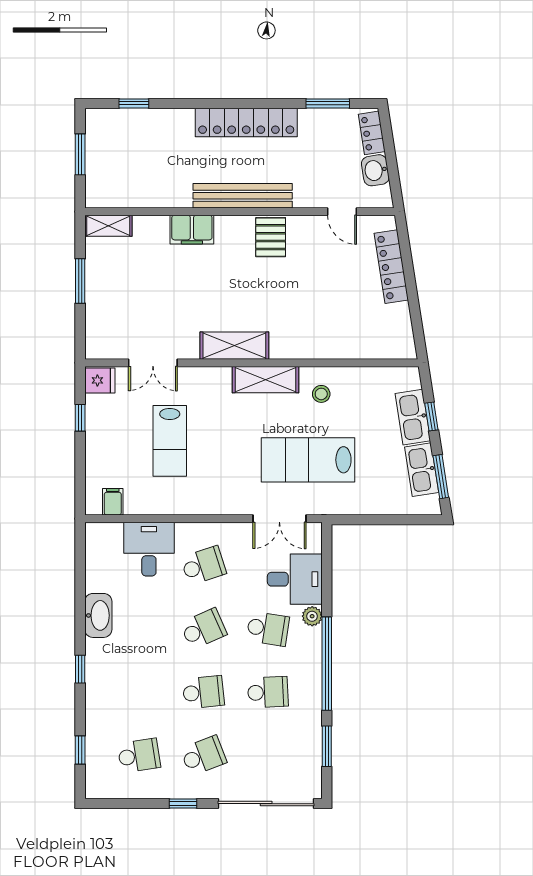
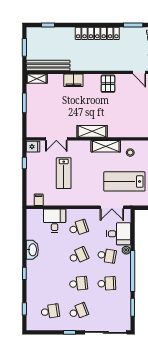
bench: (243, 196) -> (48, 66), moved

